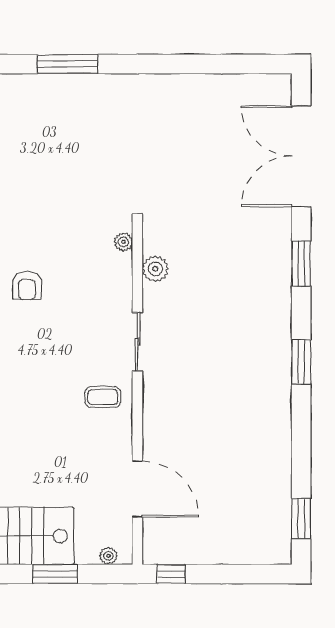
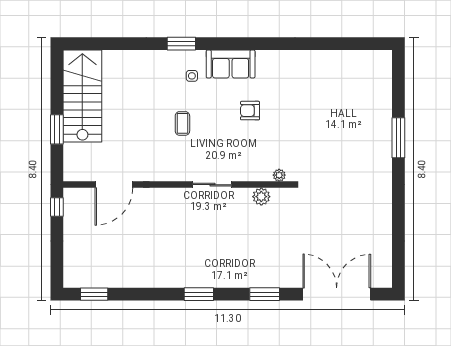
coffee table: (103, 397) -> (182, 123), moved
plant: (108, 556) -> (69, 165), removed

